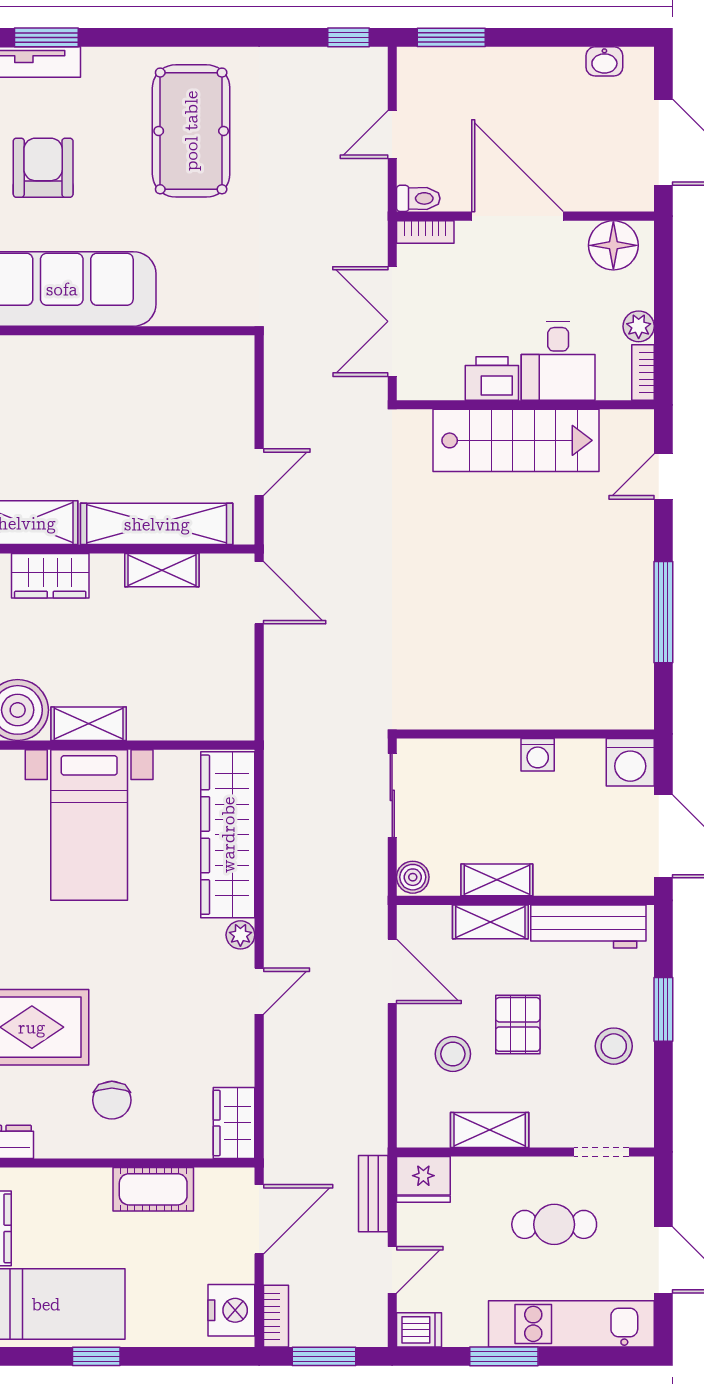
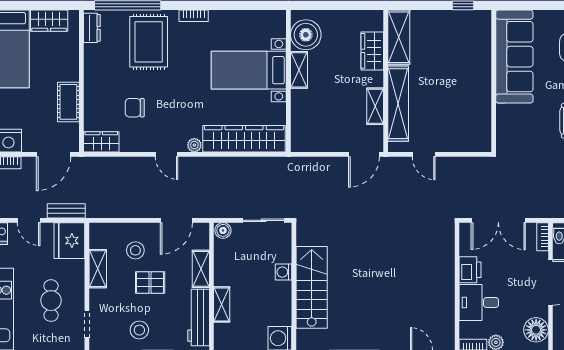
double door: (392, 321) -> (498, 220), swing flipped
stairs: (516, 440) -> (312, 287), moved, turned 180
washing machine: (538, 755) -> (284, 272), moved
shelving: (497, 880) -> (222, 304), moved
chair: (112, 1100) -> (135, 108), moved
fridge: (423, 1179) -> (69, 241), width x1.36, depth x1.34
door: (259, 1219) -> (54, 154), hinge flipped

